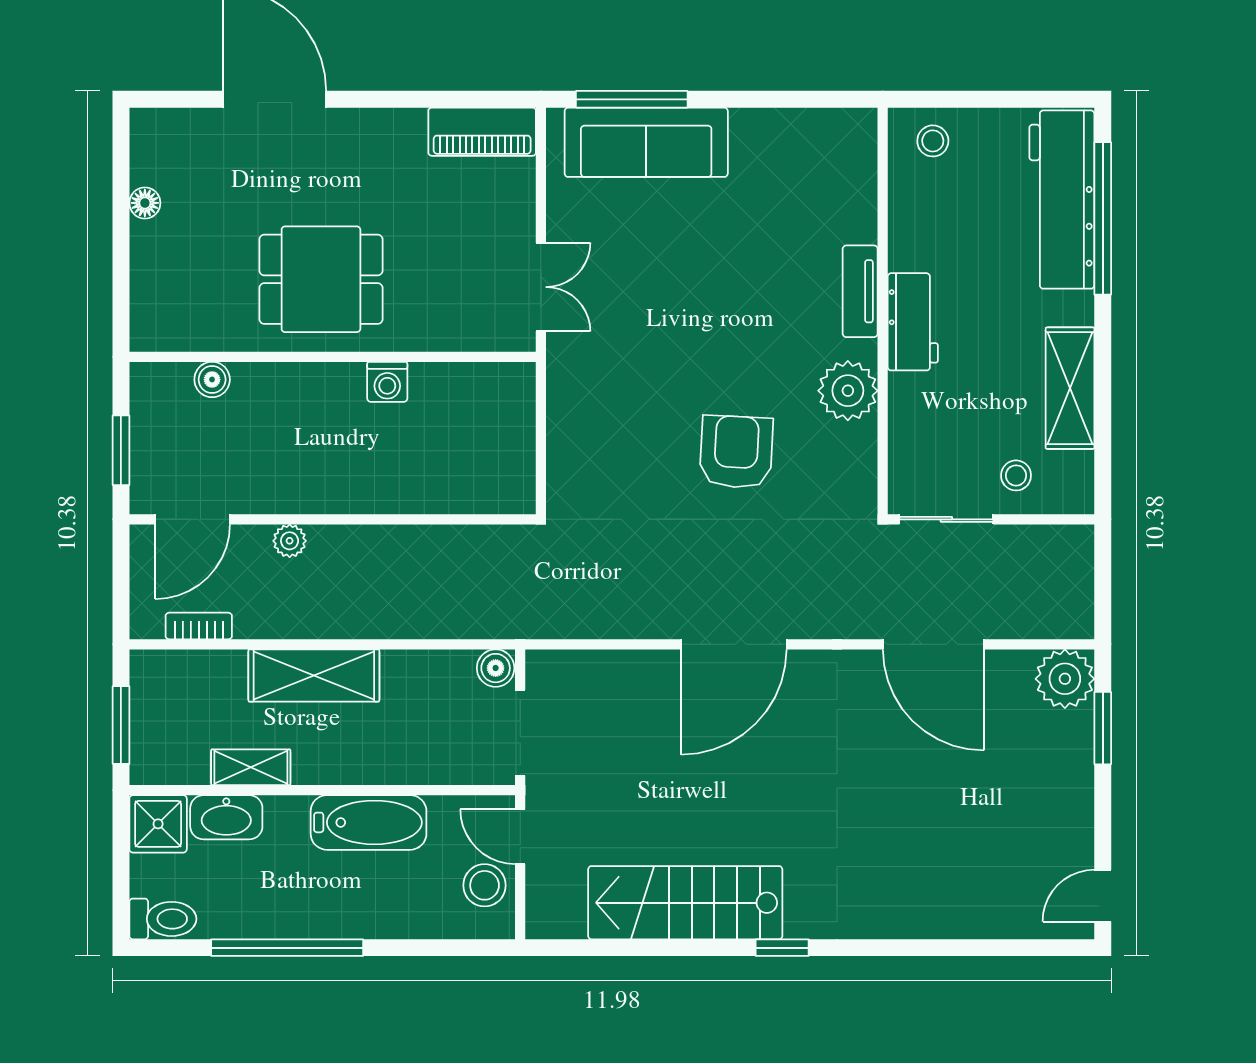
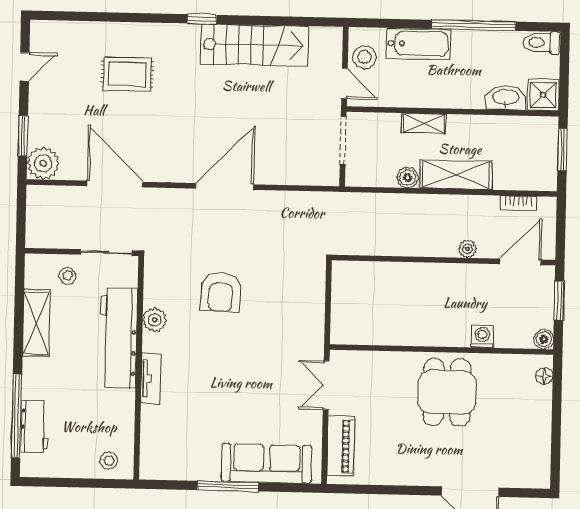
window: (632, 99) -> (228, 486), moved
piano: (482, 132) -> (341, 446), moved, turned 90
workbench: (1062, 200) -> (34, 427), width x0.53, depth x0.76
floor lamp: (145, 203) -> (544, 376), moved
dining table: (321, 279) -> (447, 392), turned 90
workbench: (913, 322) -> (118, 338), width x1.88, depth x1.32
boiler: (212, 380) -> (544, 339), moved
washing machine: (387, 382) -> (482, 337), moved
plant: (848, 391) -> (155, 320), width x0.73, depth x0.73
boiler: (496, 668) -> (408, 178), moved
shelving: (251, 767) -> (424, 123), moved
bathtub: (369, 822) -> (419, 44), moved, turned 180
rug: (916, 845) -> (127, 74), added
door: (1103, 896) -> (25, 67), moved

